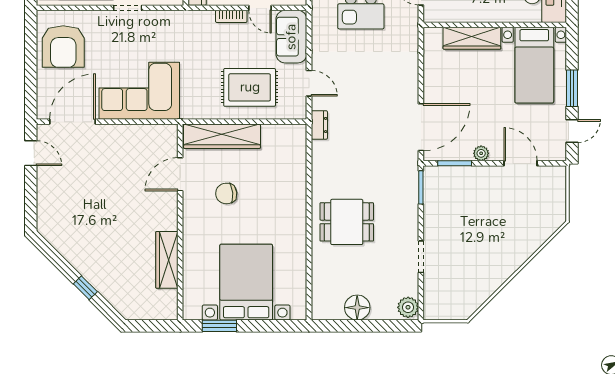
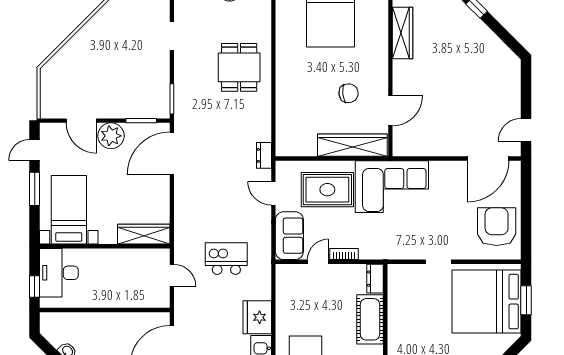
door: (260, 8) -> (318, 262), hinge flipped
wardrobe: (472, 38) -> (144, 234), moved
corner sofa: (139, 91) -> (392, 187), moved
door: (31, 153) -> (526, 130), hinge flipped
plant: (481, 153) -> (111, 136), width x1.87, depth x1.87
dining table: (347, 222) -> (239, 67), turned 90

